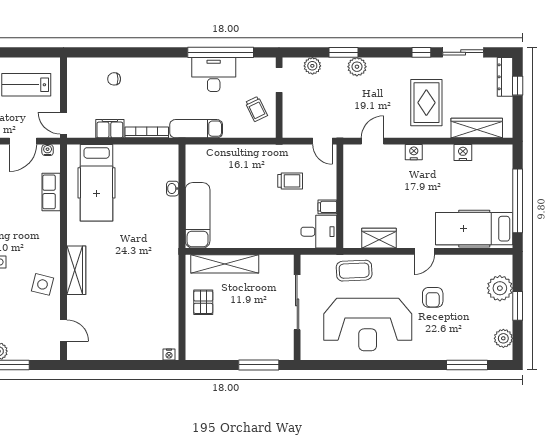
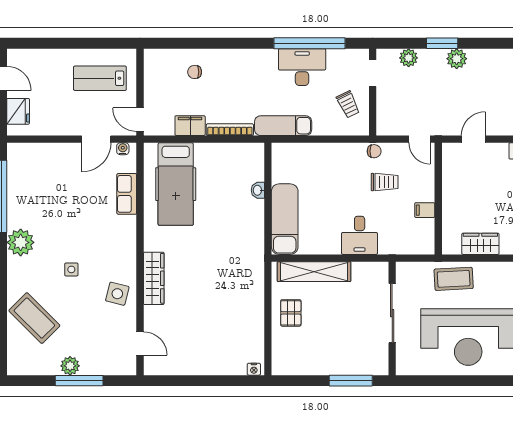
chair: (280, 152) -> (374, 151), added
desk: (319, 232) -> (360, 235), moved, turned 90

